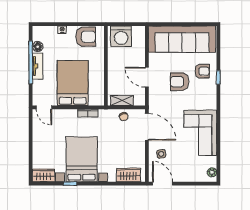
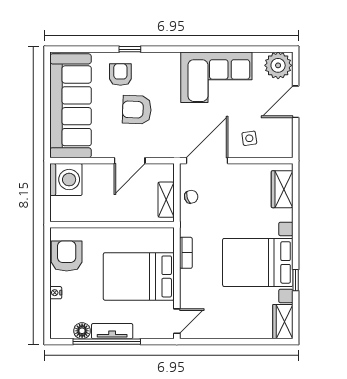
washing machine: (121, 36) -> (66, 180), moved
armchair: (180, 82) -> (137, 110), turned 92
plant: (212, 172) -> (278, 65), width x1.87, depth x1.87
door: (163, 184) -> (296, 102), moved

